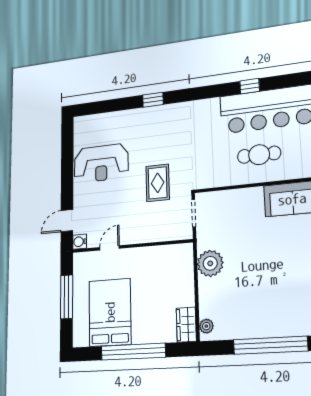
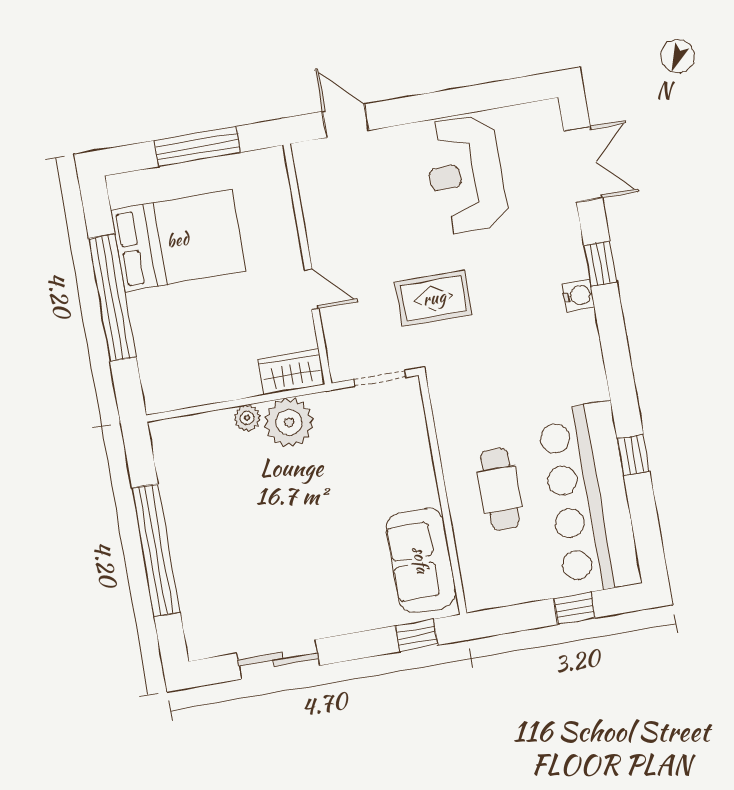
double door: (105, 106) -> (583, 164), added
water cooler: (80, 242) -> (578, 295), moved, turned 90
door: (109, 248) -> (312, 289), moved
wardrobe: (186, 325) -> (291, 372), moved
plant: (206, 326) -> (247, 418), moved

